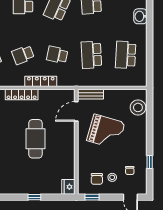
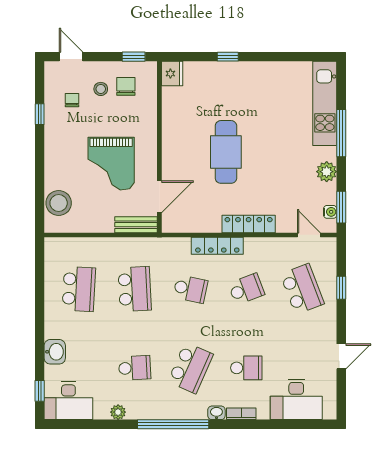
grand piano: (106, 132) -> (111, 164), turned -106

